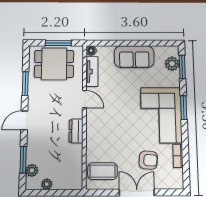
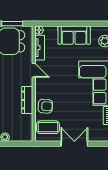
dresser: (76, 131) -> (27, 100), width x1.44
armchair: (148, 160) -> (45, 106), moved

